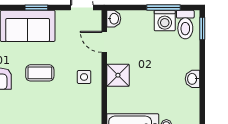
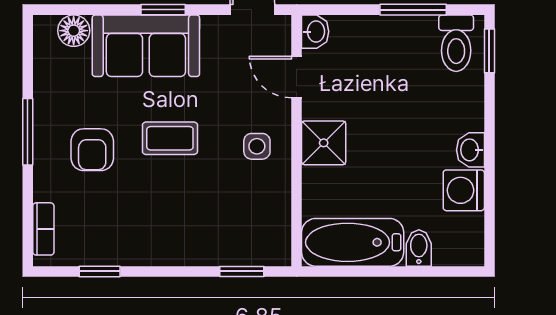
washing machine: (165, 21) -> (464, 190), moved, turned 90

